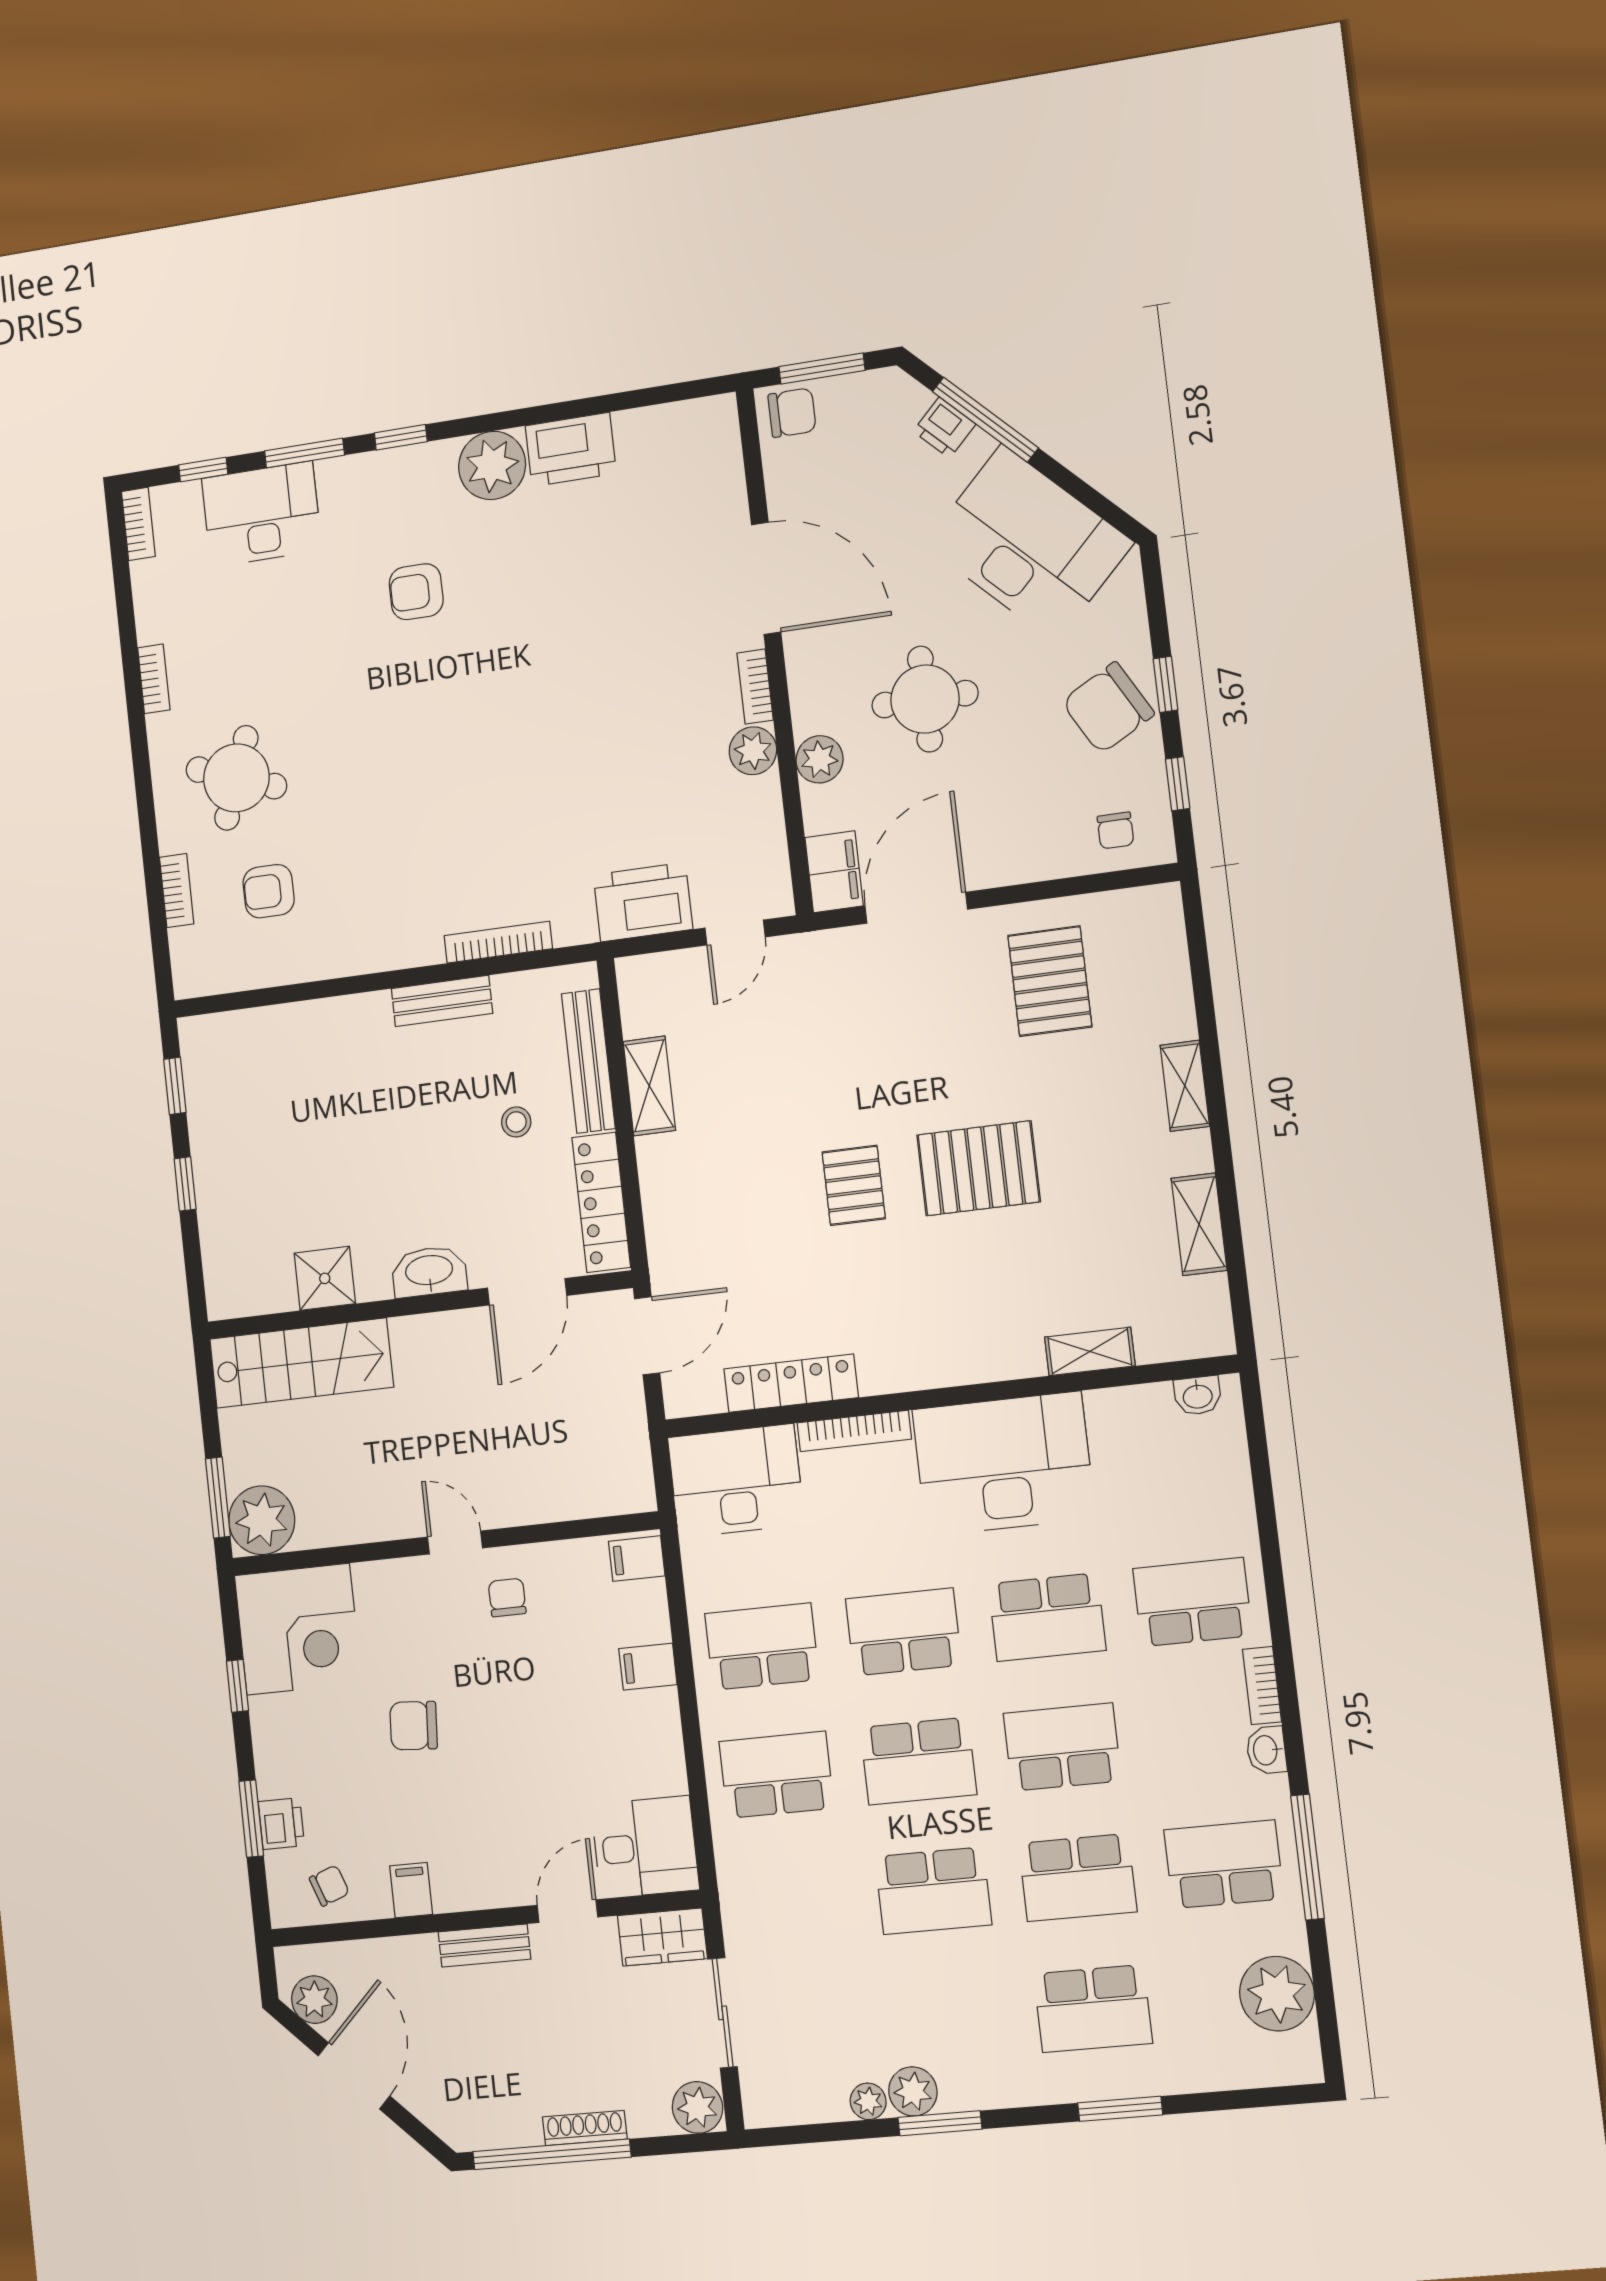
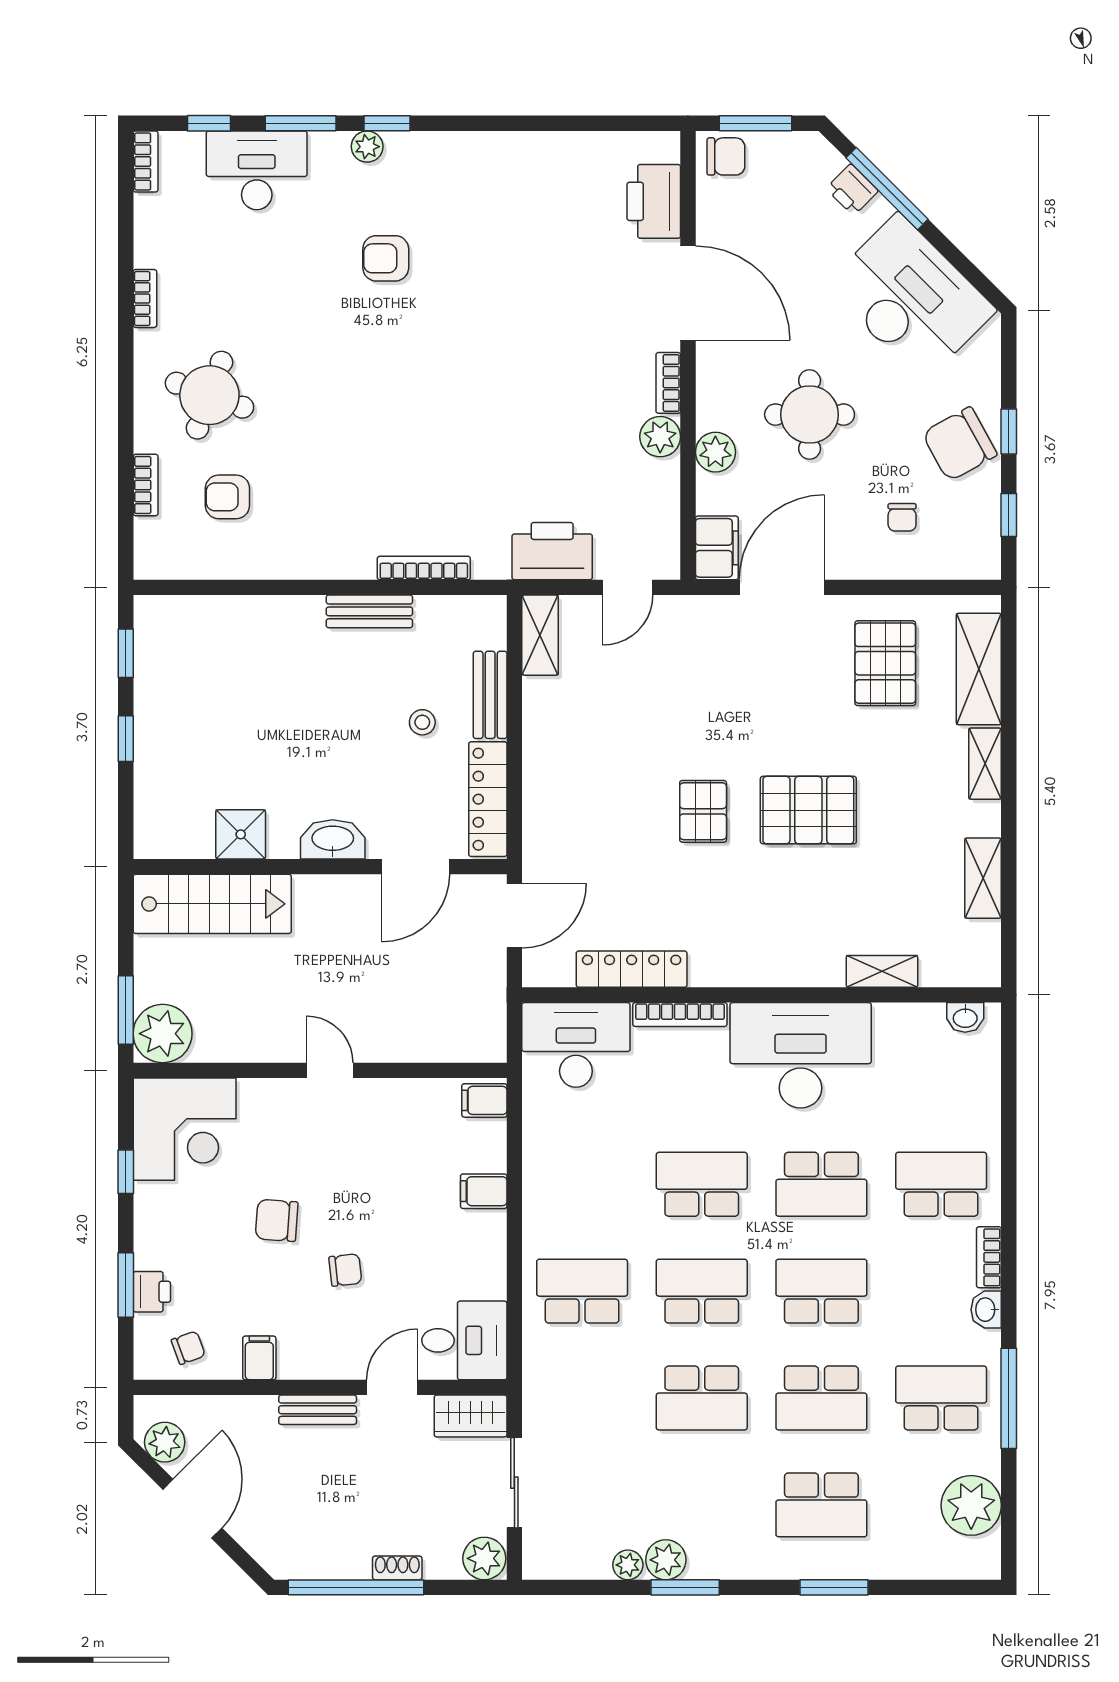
printer: (571, 450) -> (654, 201), moved, turned 90
plant: (492, 465) -> (367, 147), moved, width x0.53, depth x0.53
chair: (1115, 830) -> (902, 517), moved
shelving: (1164, 973) -> (979, 669), added
bench: (588, 1061) -> (490, 695), width x0.73
shelving: (649, 1086) -> (540, 635), moved
chair: (507, 1597) -> (345, 1270), moved, turned 84
school desk: (762, 1647) -> (582, 1184), removed
school desk: (918, 1761) -> (702, 1291), turned 180
shoe rack: (585, 2128) -> (397, 1568), width x0.70

